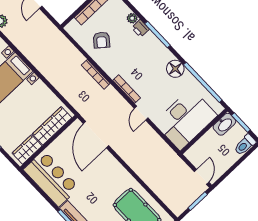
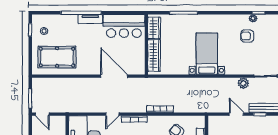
door: (141, 113) -> (112, 114), swing flipped
door: (96, 135) -> (114, 76), moved

